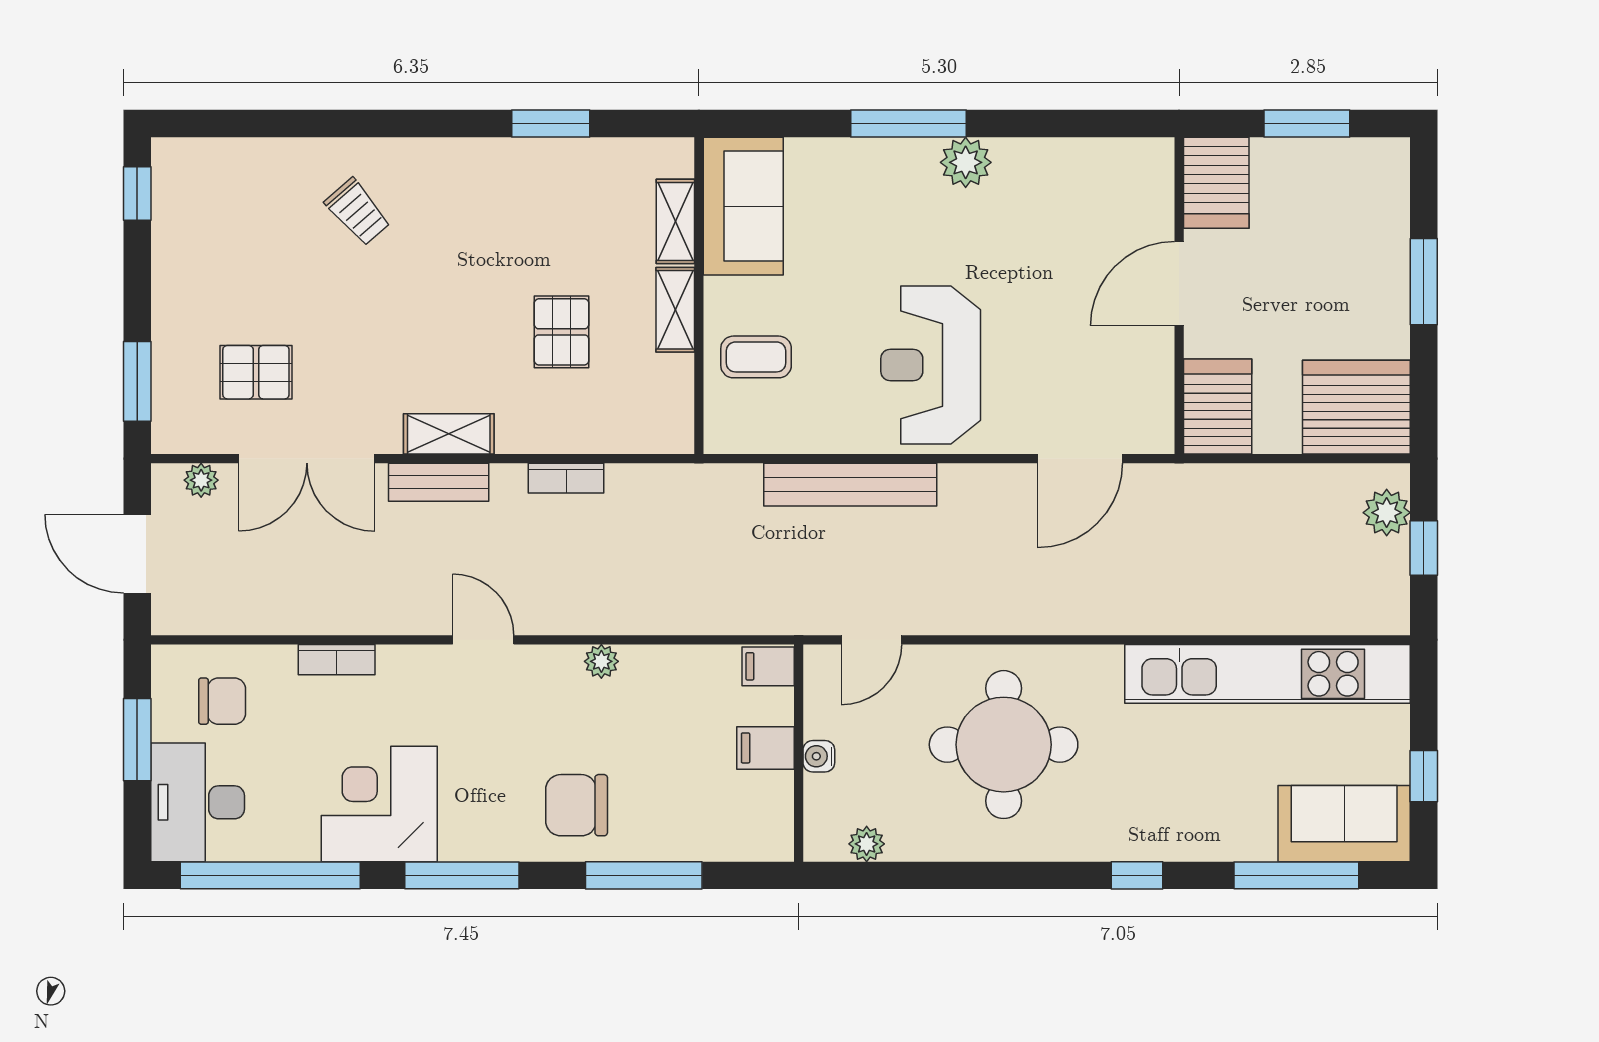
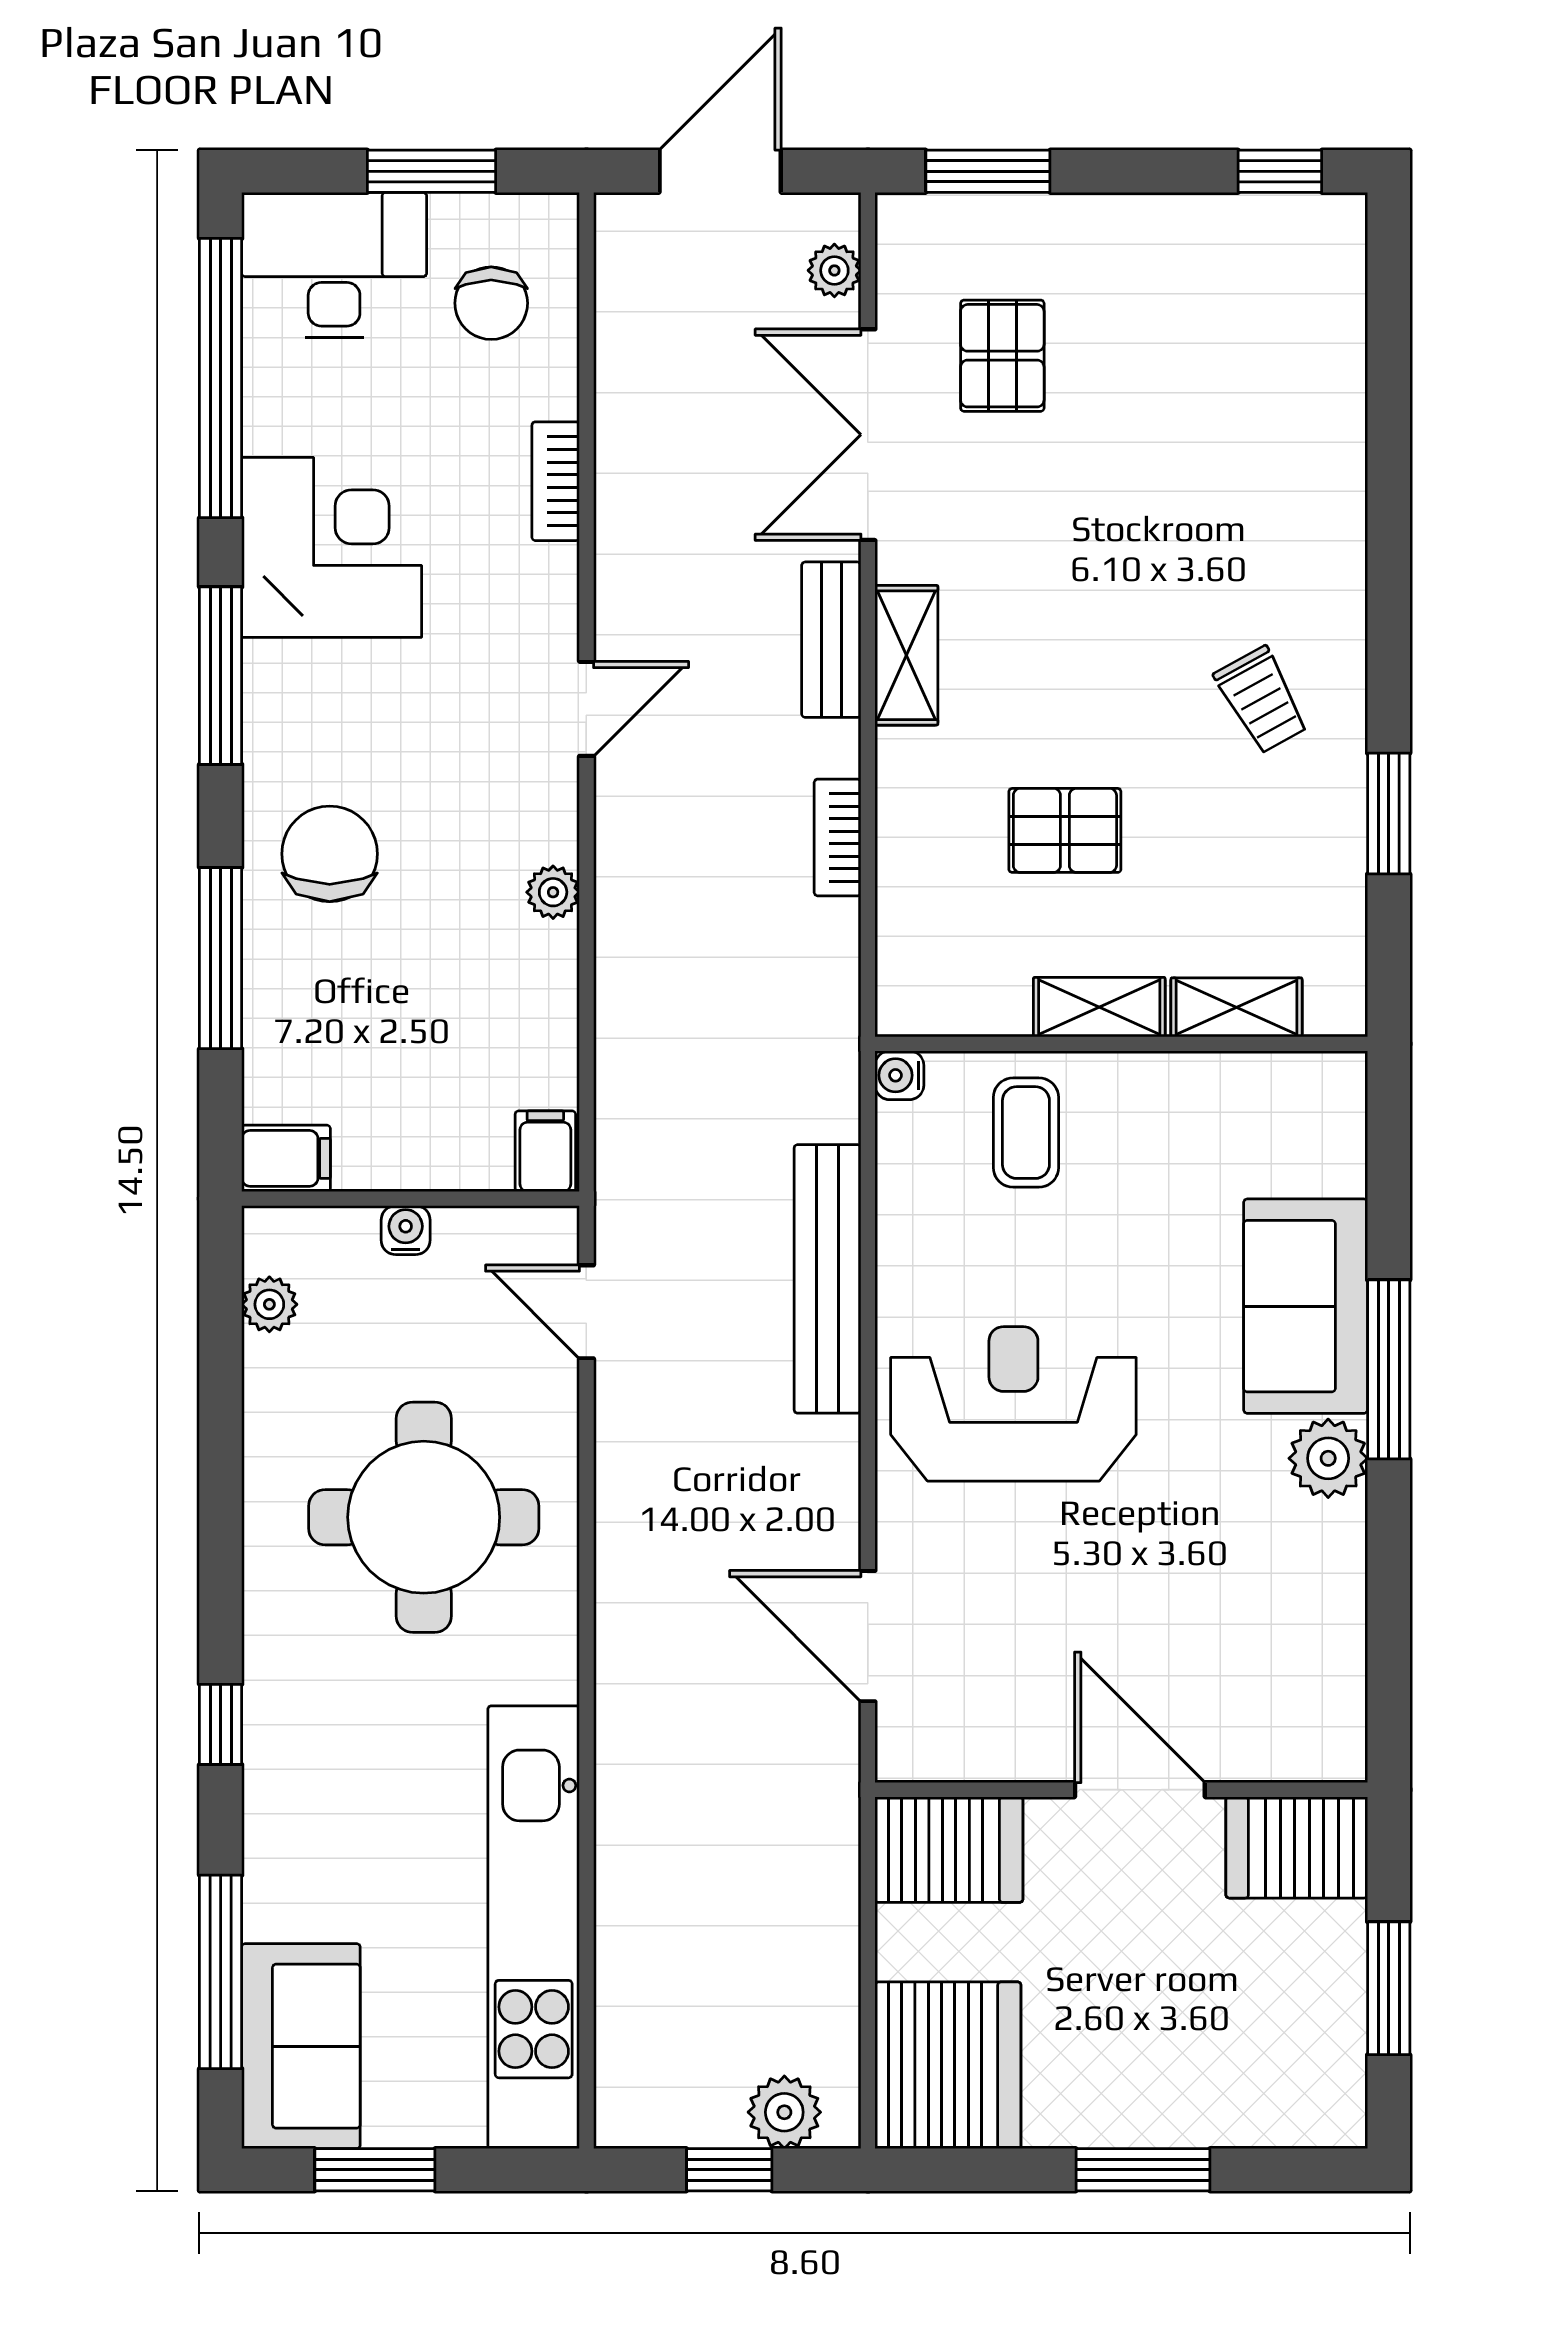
sofa: (743, 206) -> (1306, 1306), moved, turned 90
trolley: (358, 212) -> (1262, 700), moved, turned -78
water cooler: (719, 438) -> (899, 1075), added
filing cabinet: (765, 748) -> (286, 1158), moved, turned 90
window: (1424, 776) -> (375, 2170), width x1.50

